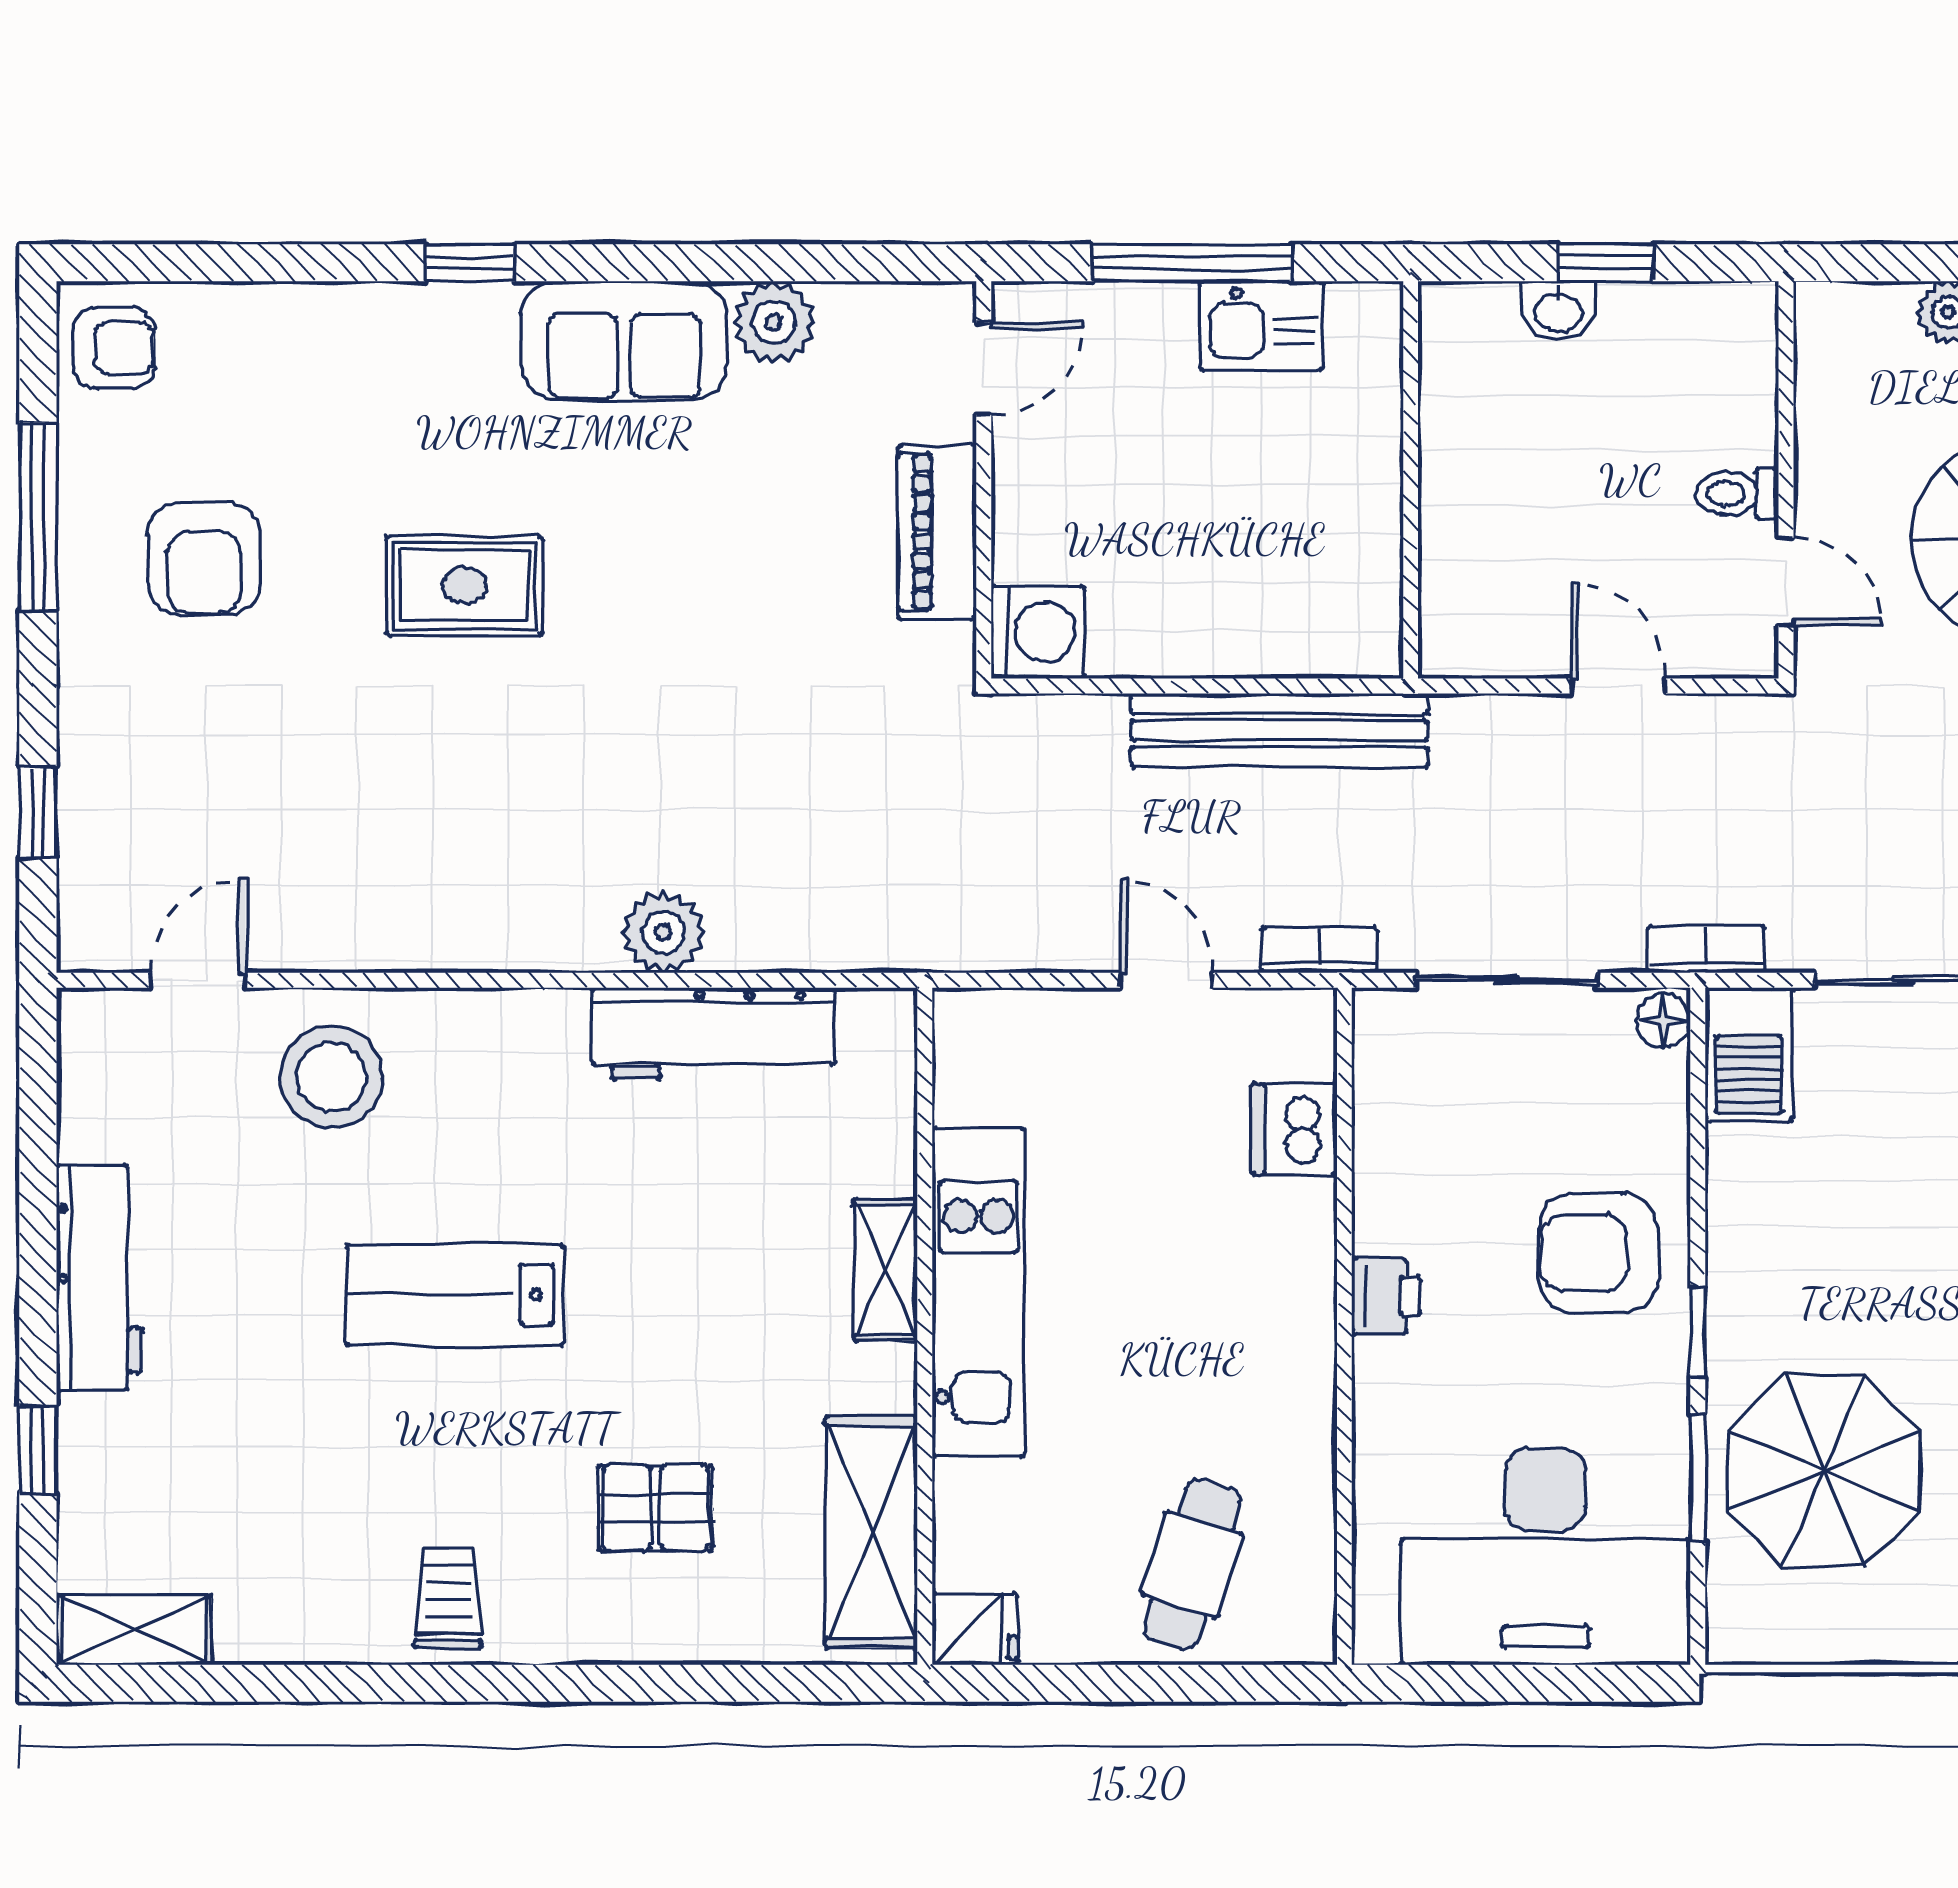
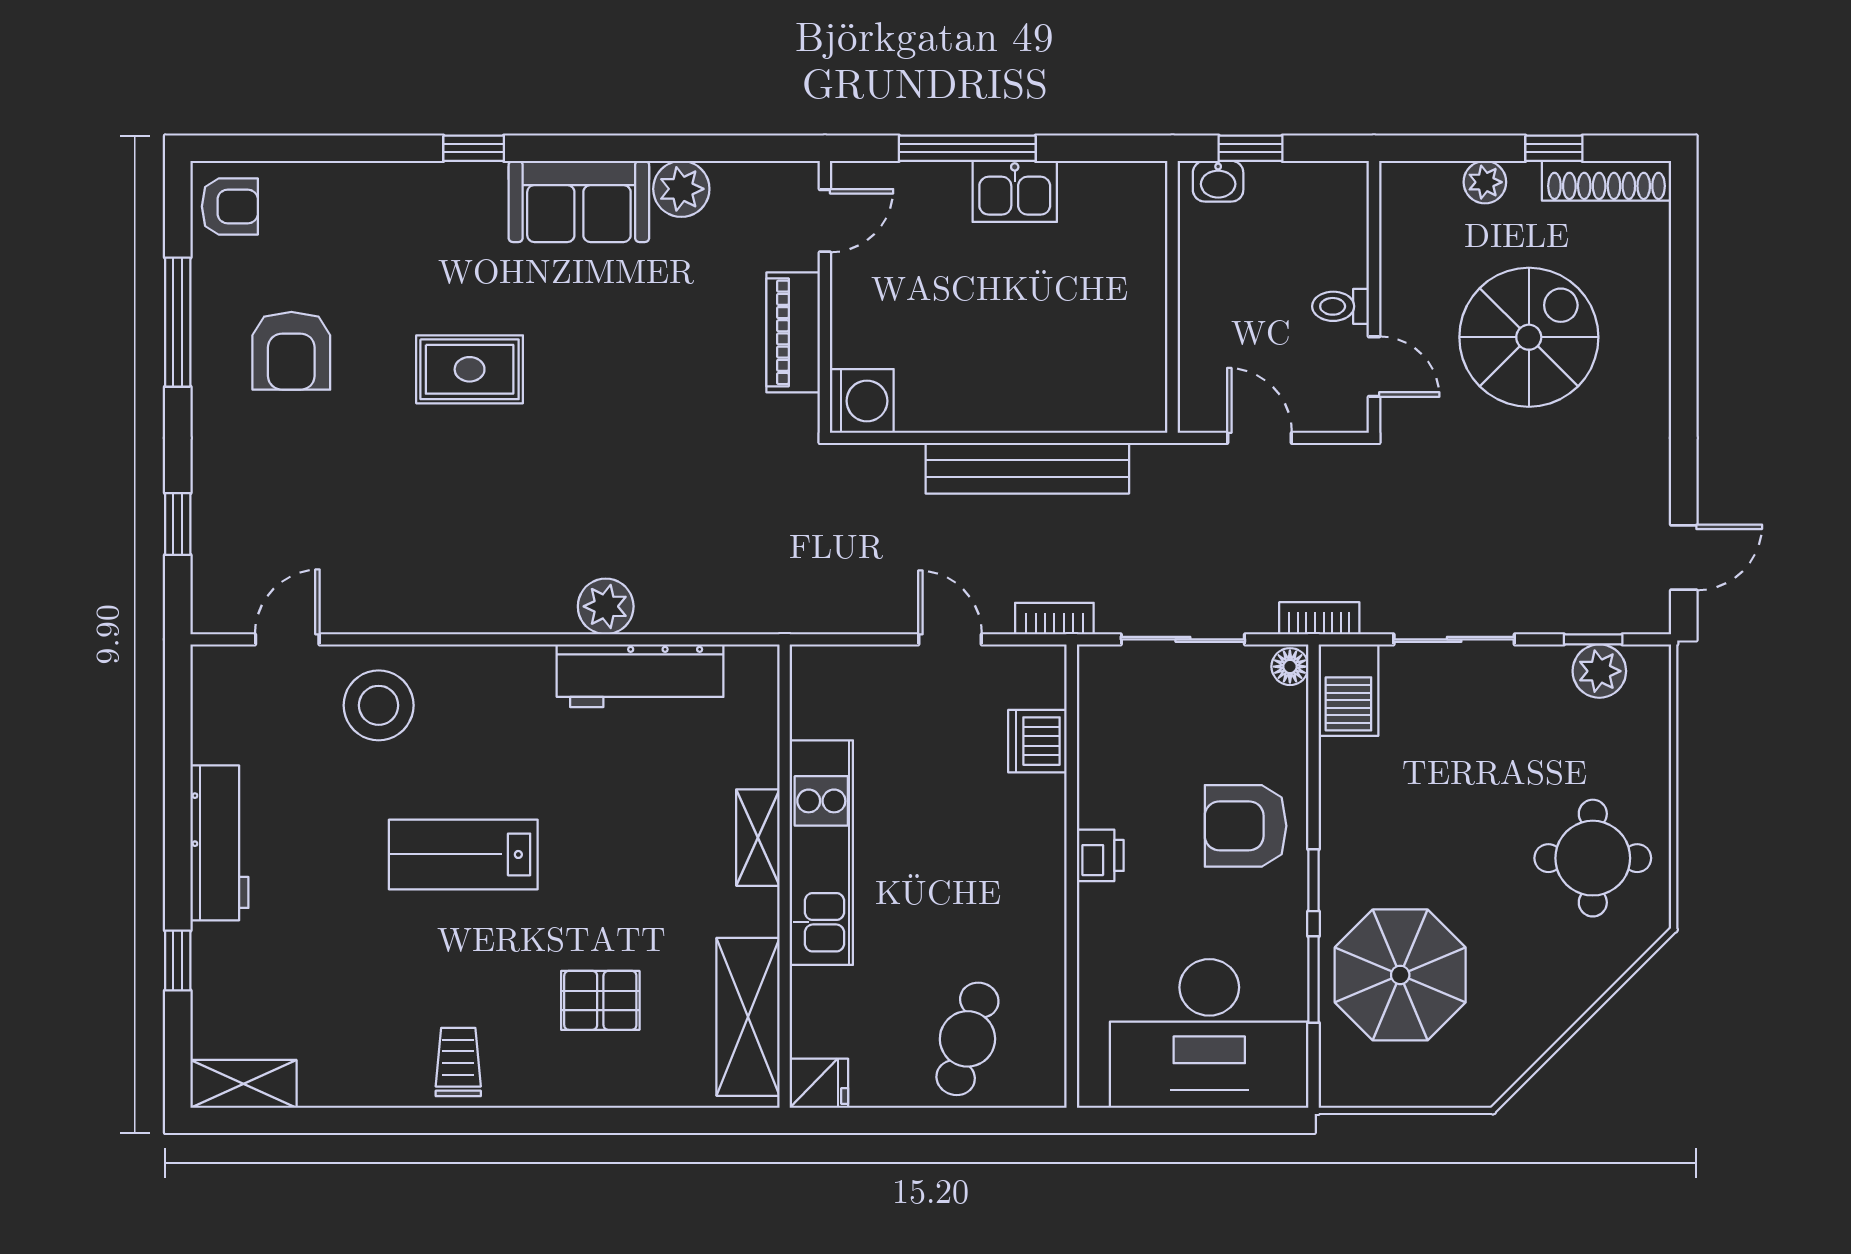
wall: (1411, 480) -> (1172, 297), moved

